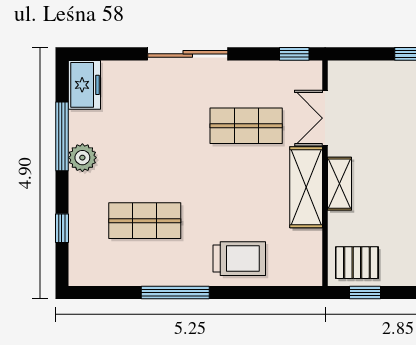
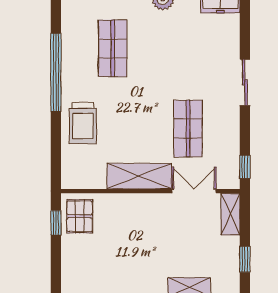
sliding door: (188, 54) -> (245, 82), width x0.73
shelving: (340, 184) -> (230, 214), moved, turned 90
window: (175, 293) -> (56, 72), width x1.46

